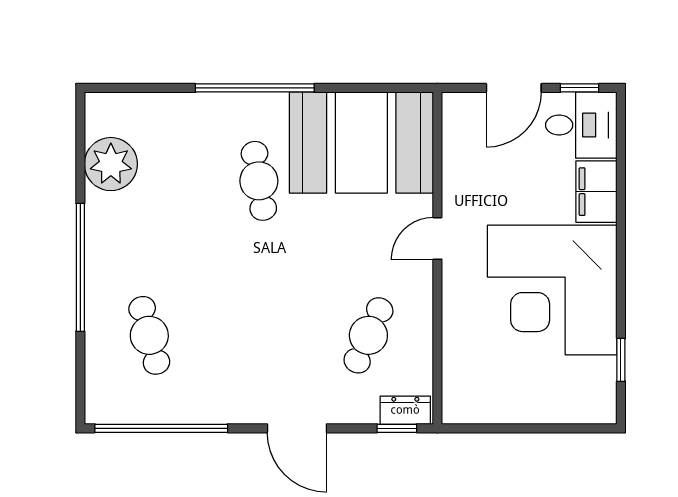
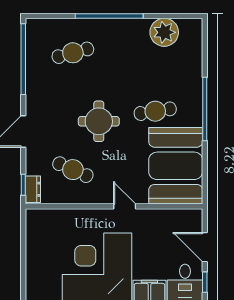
round table: (278, 287) -> (99, 121), added

